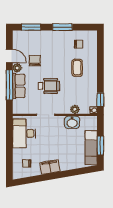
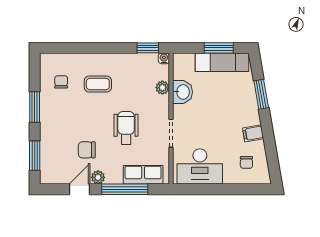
row of seats: (19, 86) -> (143, 175), moved
filing cabinet: (50, 167) -> (253, 133), width x0.50
window: (71, 173) -> (261, 94), added

